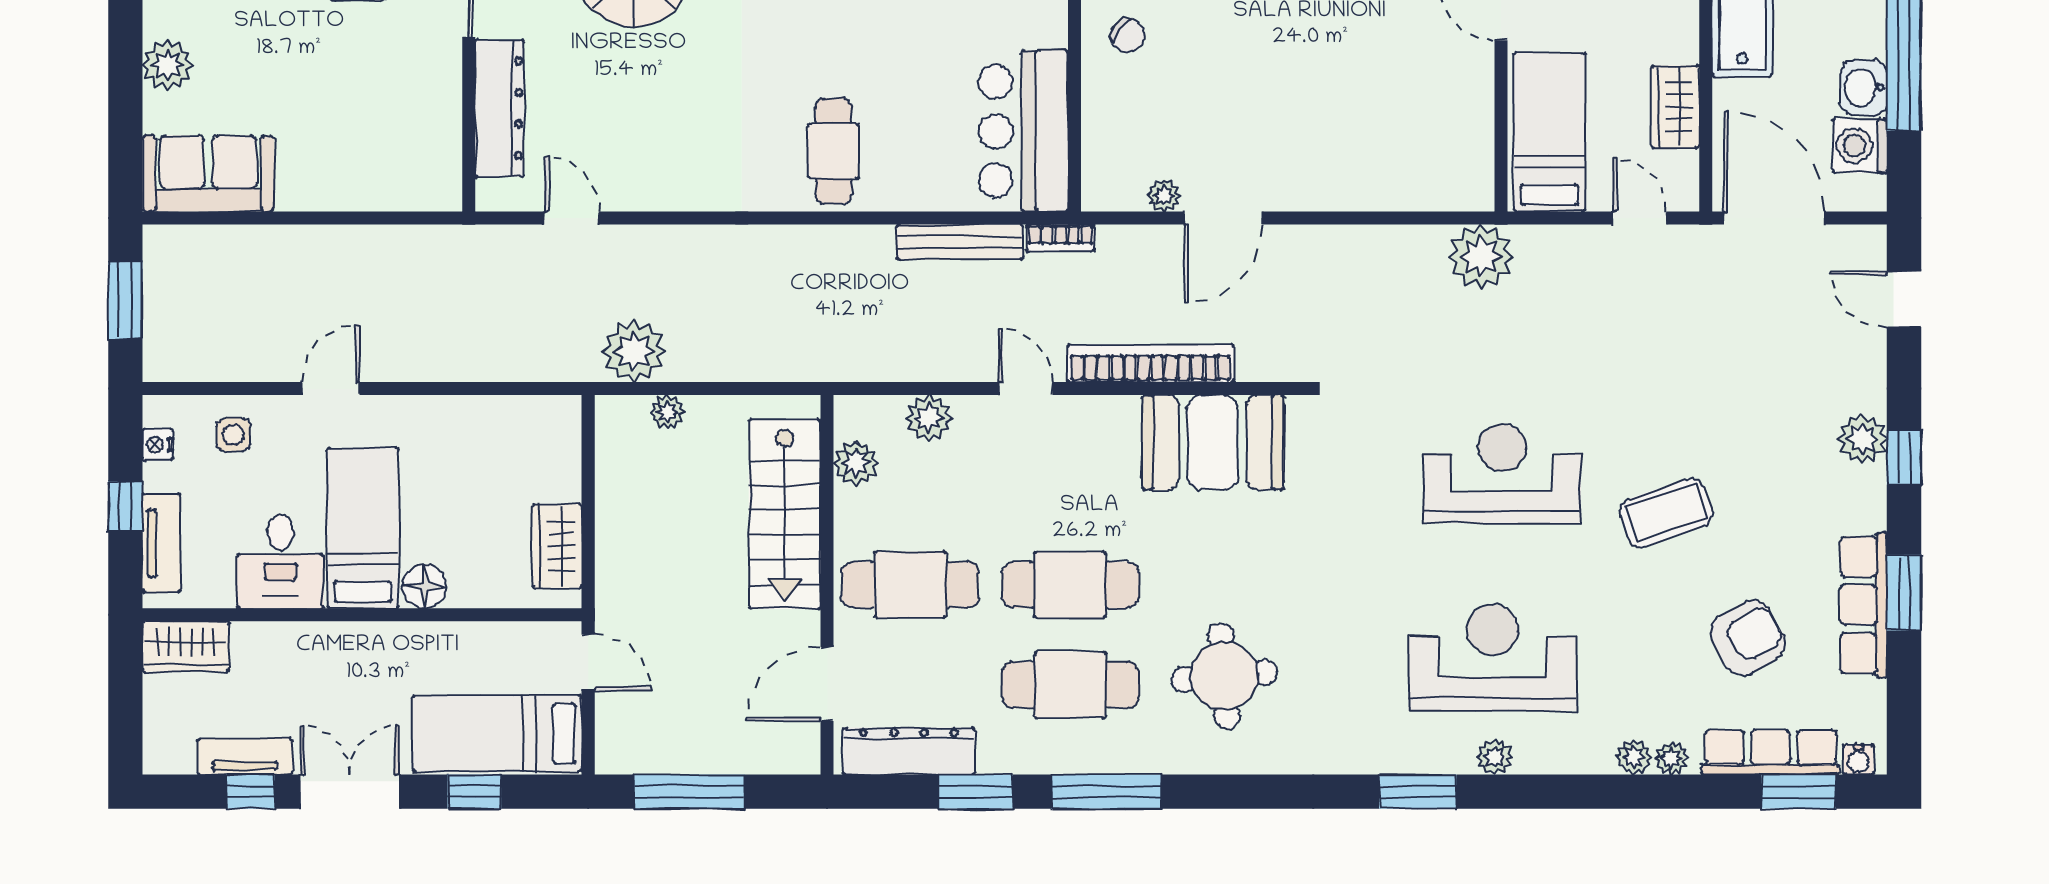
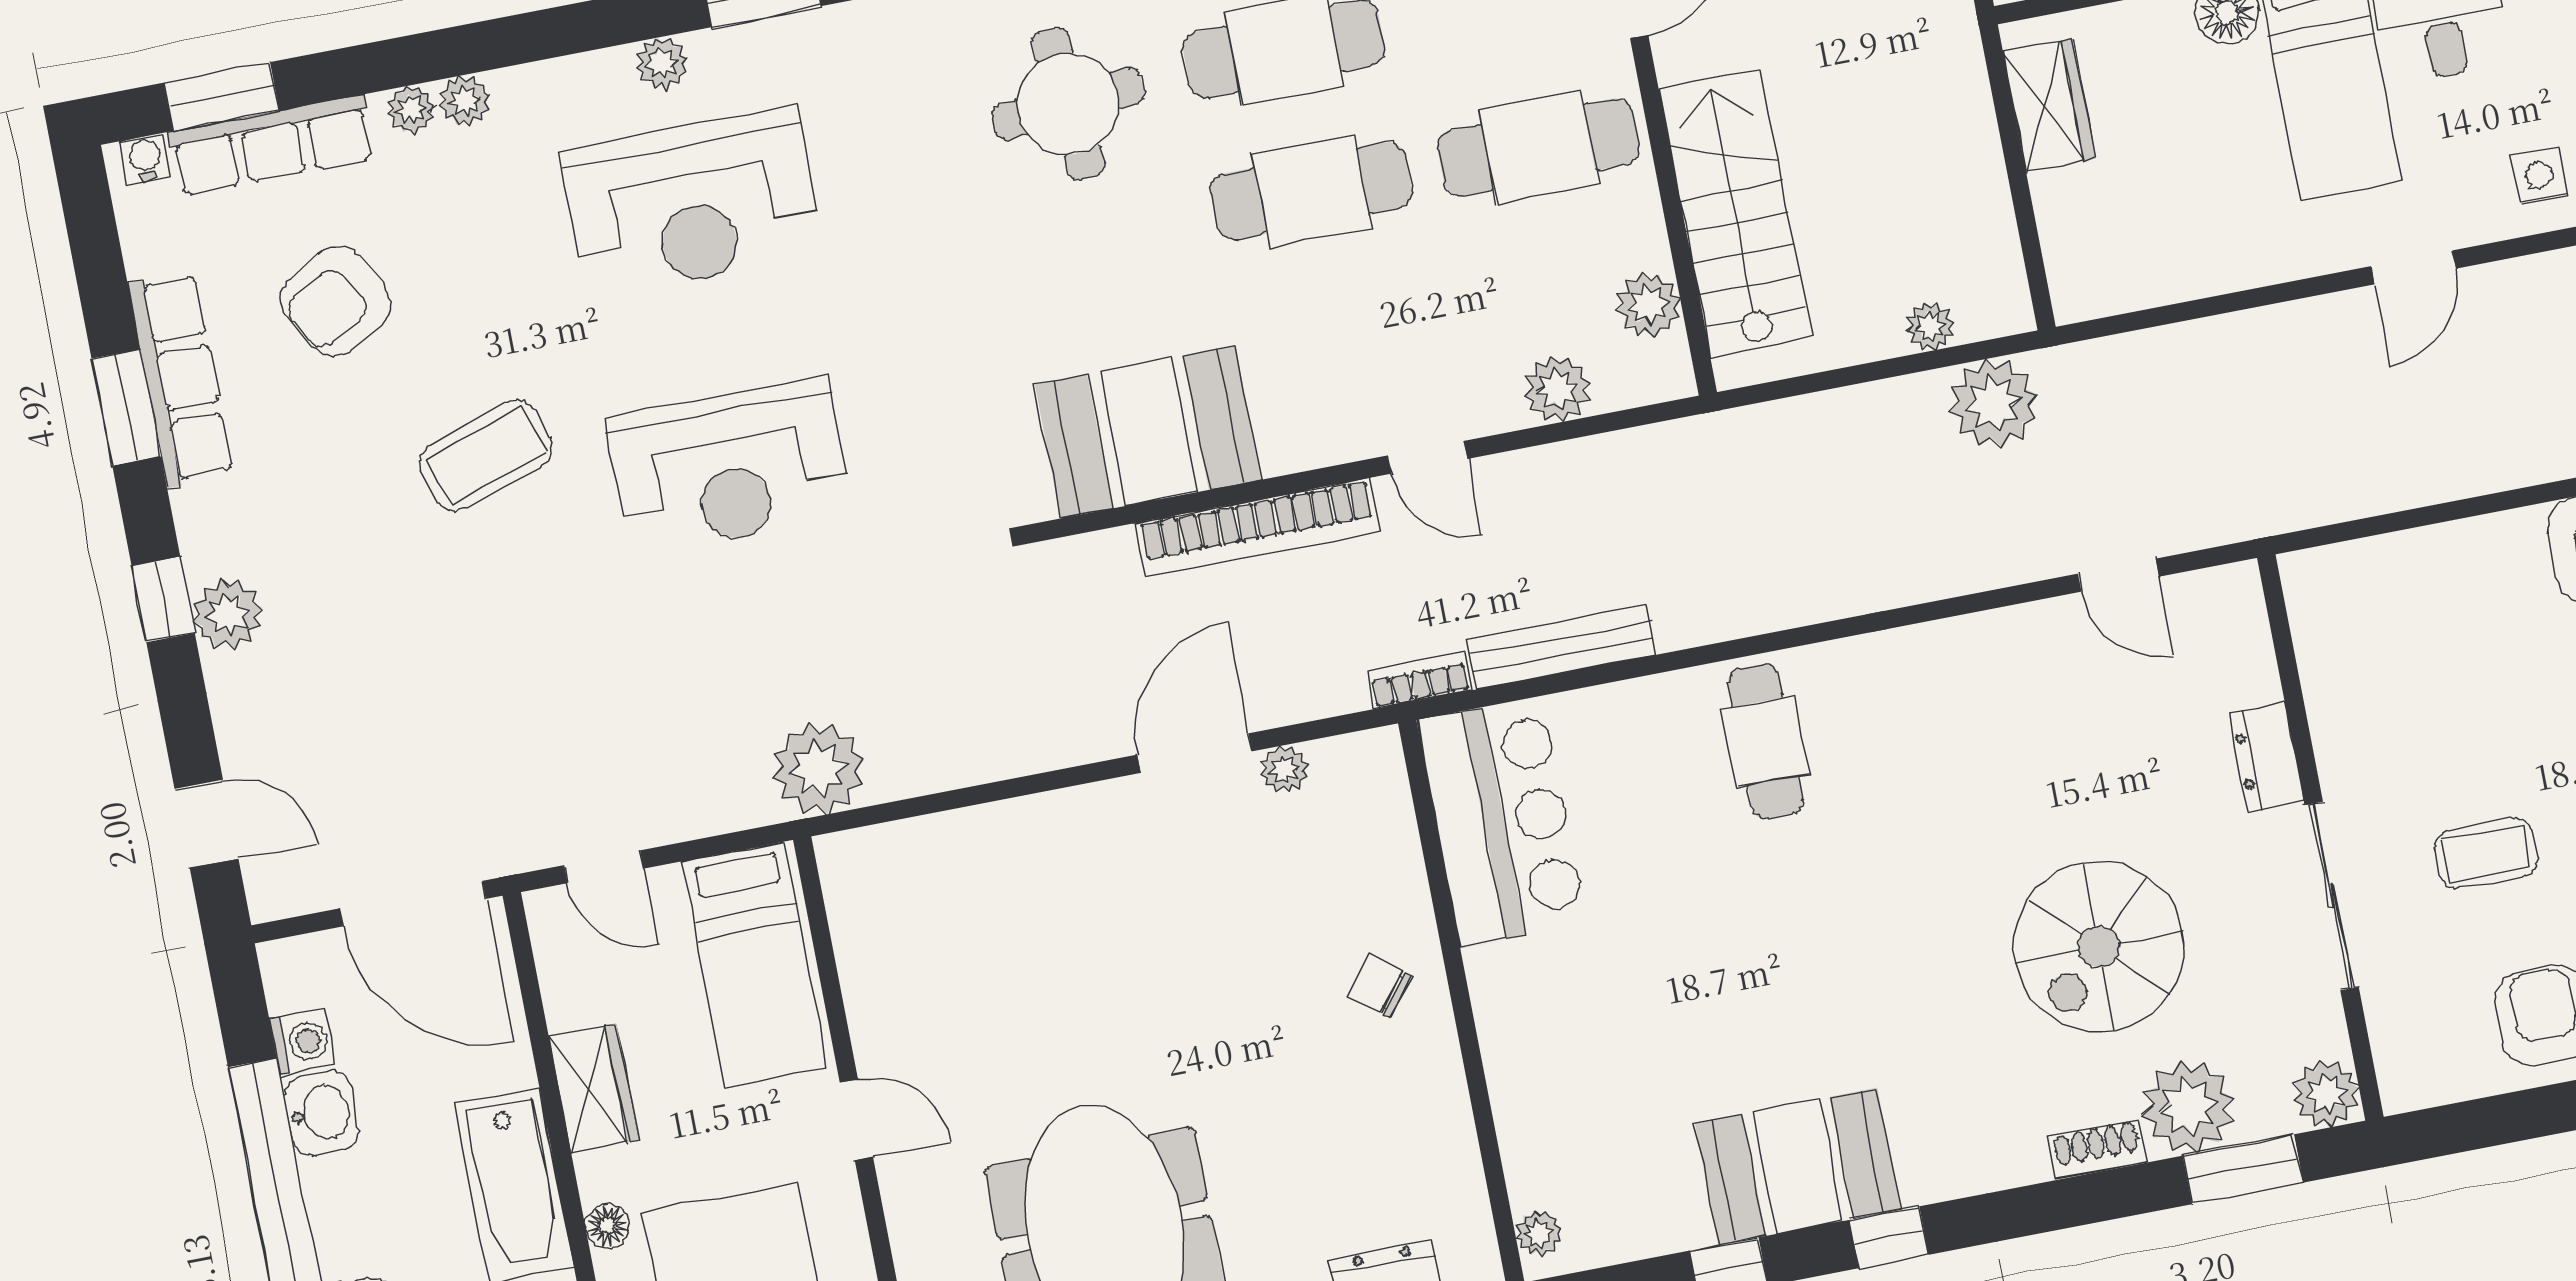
wardrobe: (1675, 107) -> (594, 1088), moved
dresser: (500, 108) -> (2267, 757), width x0.51, depth x0.80
washing machine: (1860, 146) -> (303, 1042), width x0.73, depth x0.73

